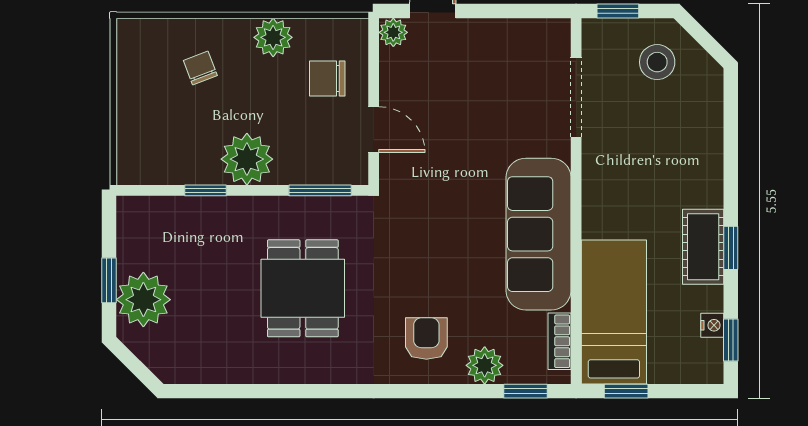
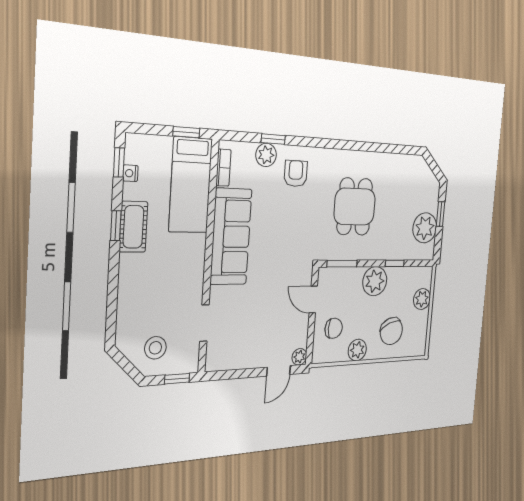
chair: (200, 68) -> (391, 331), width x1.87, depth x1.87
doorway: (576, 97) -> (204, 323), width x0.73
plant: (135, 125) -> (422, 299), added
plant: (143, 300) -> (425, 228), moved
armchair: (426, 339) -> (296, 174), turned 180
window: (525, 391) -> (273, 139), moved

